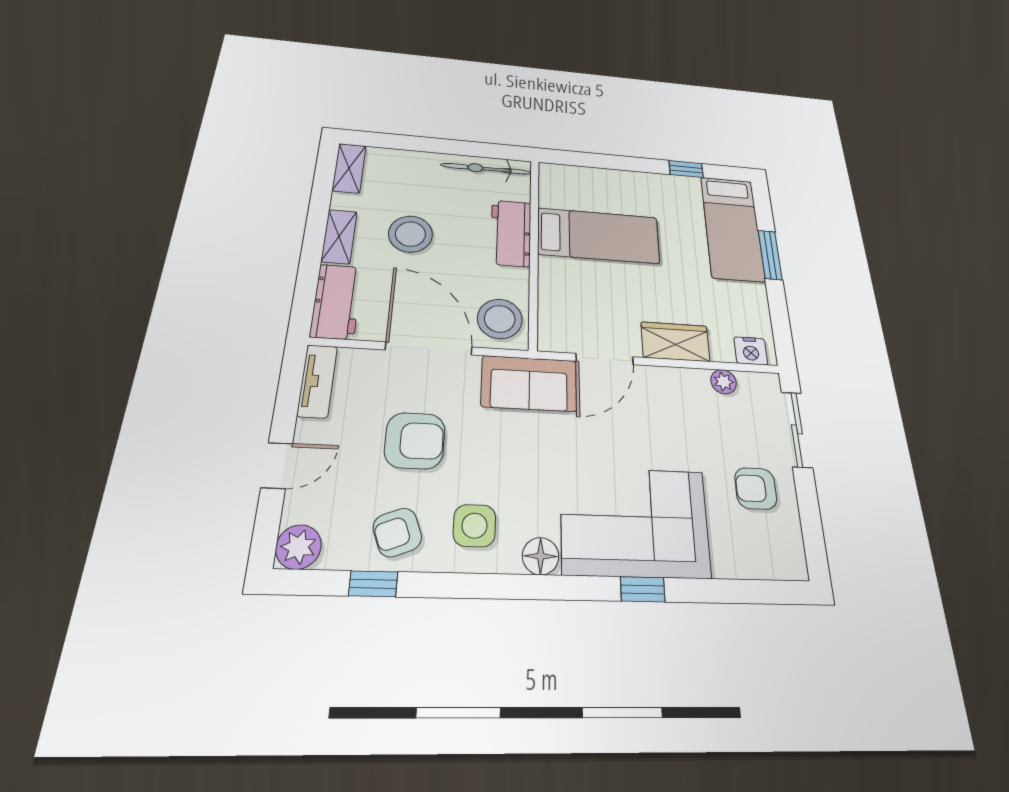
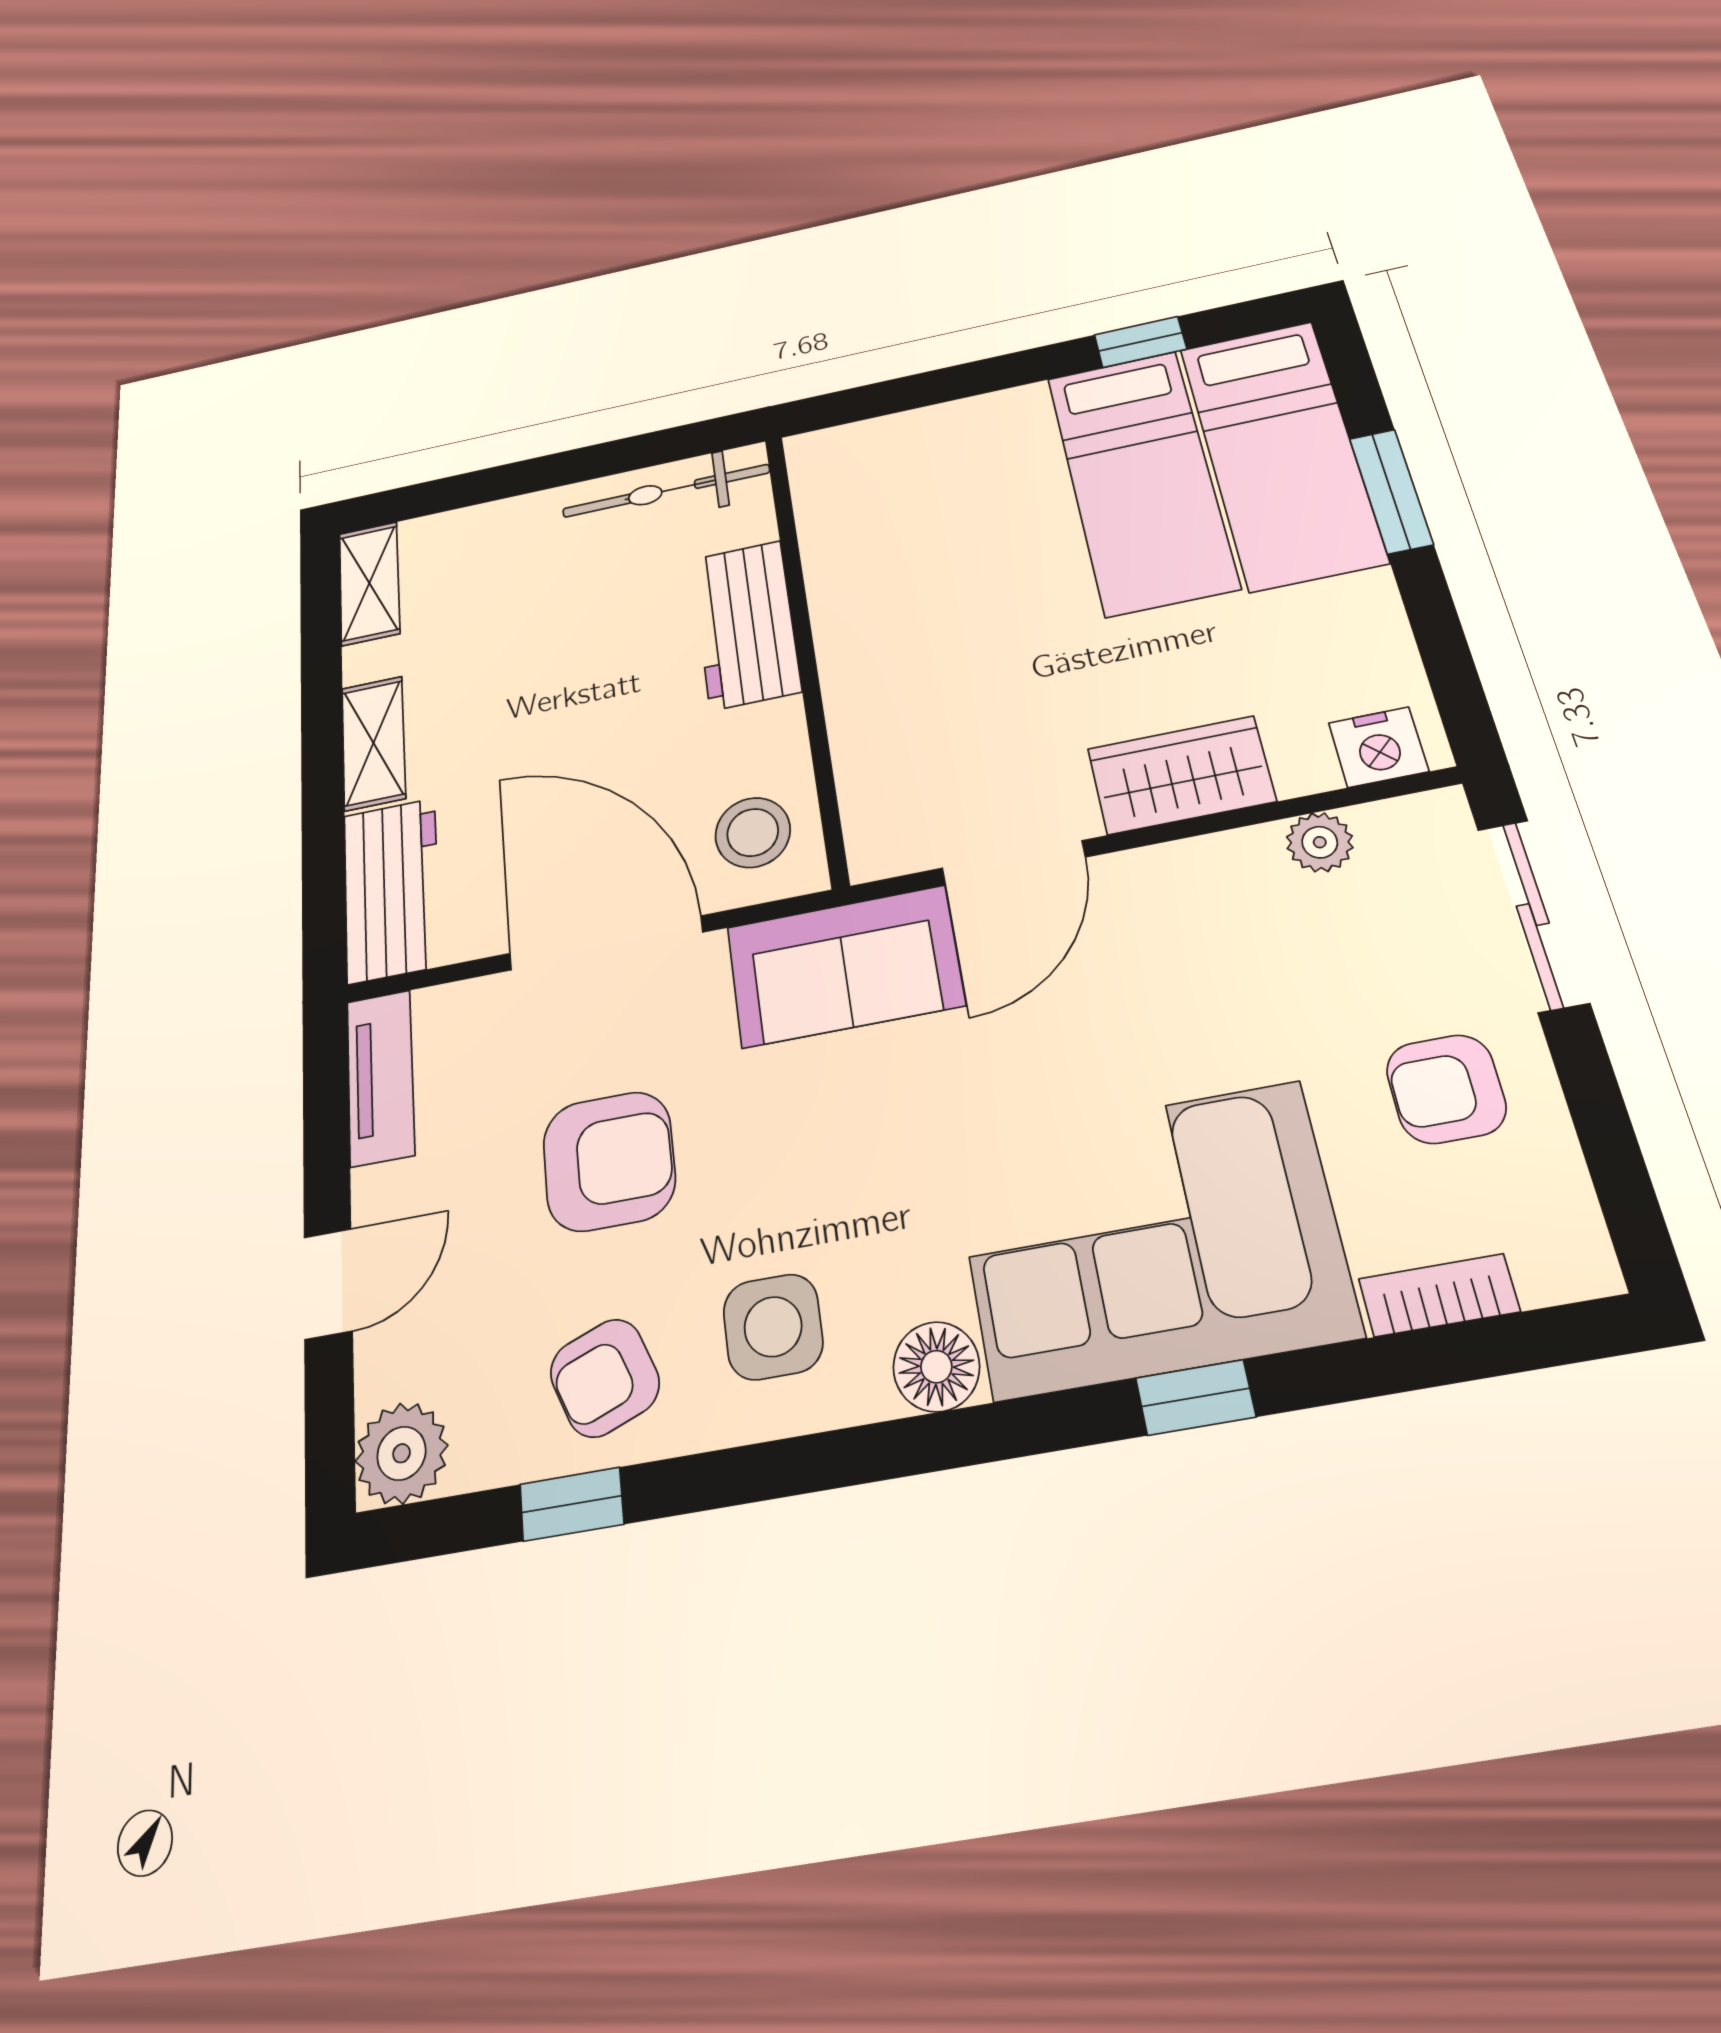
stool: (411, 234) -> (524, 693), removed
bed: (598, 236) -> (1141, 481), moved, turned 90
stool: (500, 319) -> (753, 832), width x0.73, depth x0.73
bookcase: (741, 568) -> (1439, 1295), added

